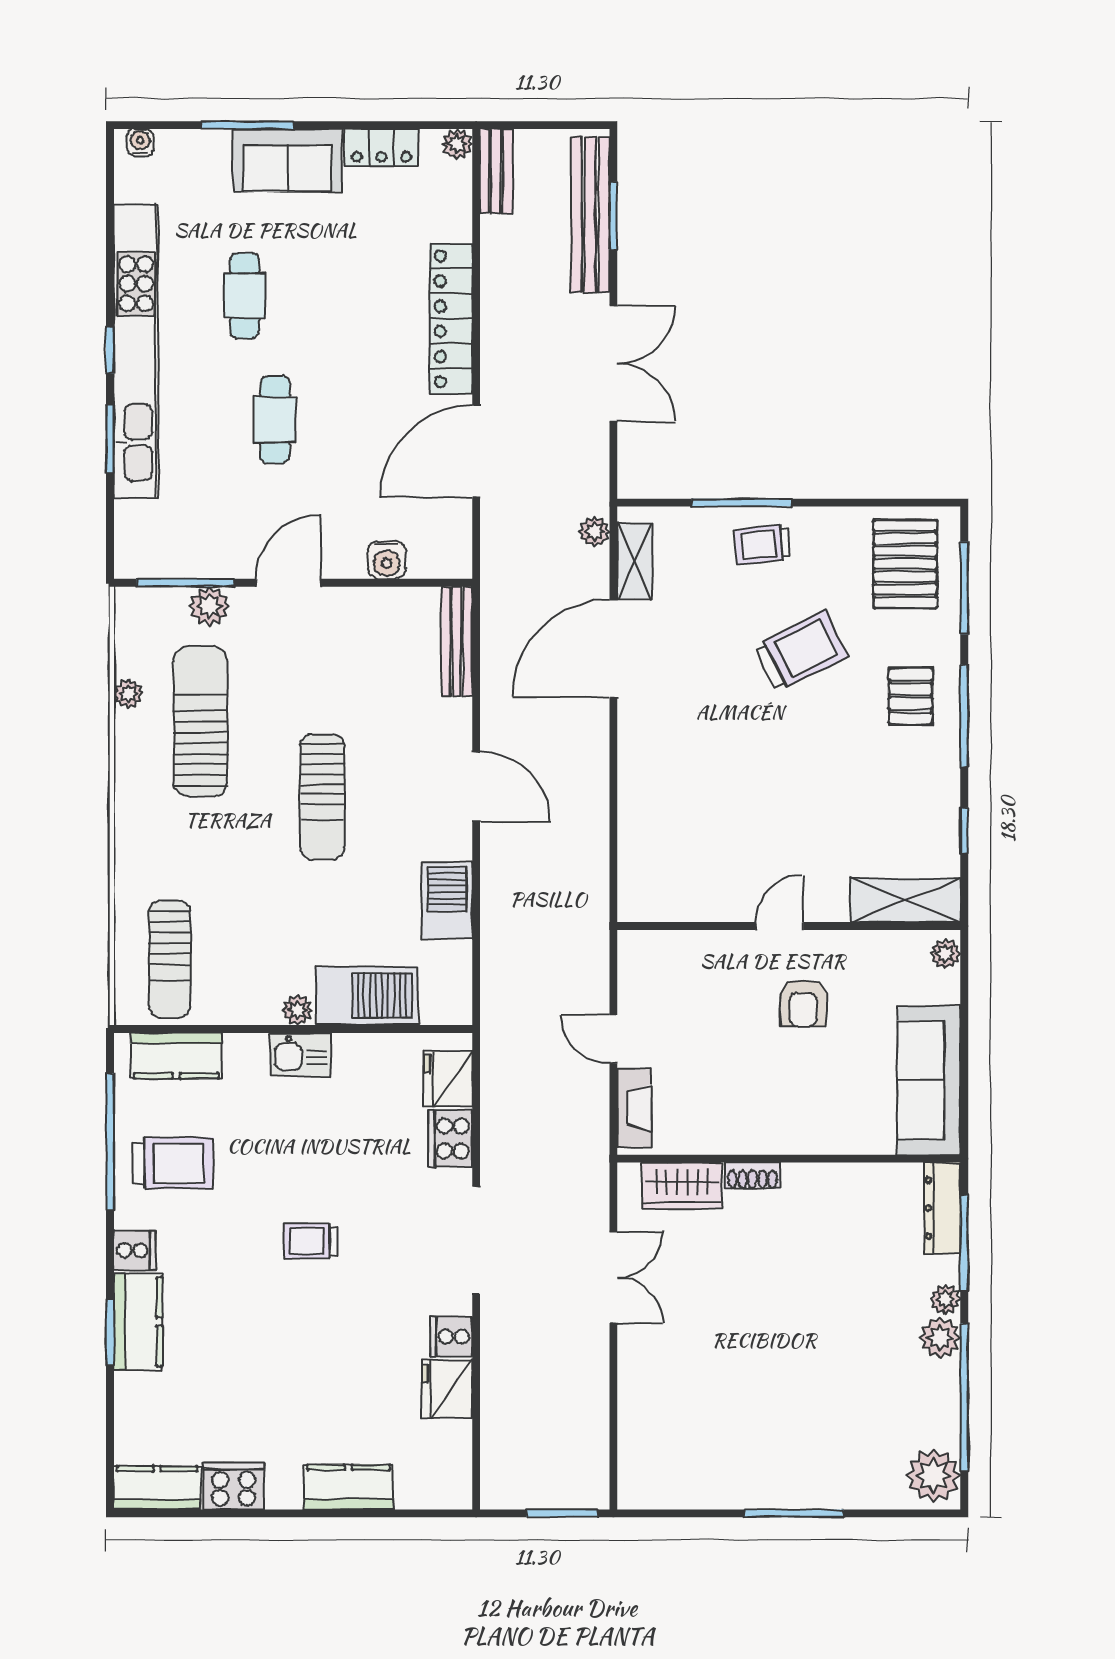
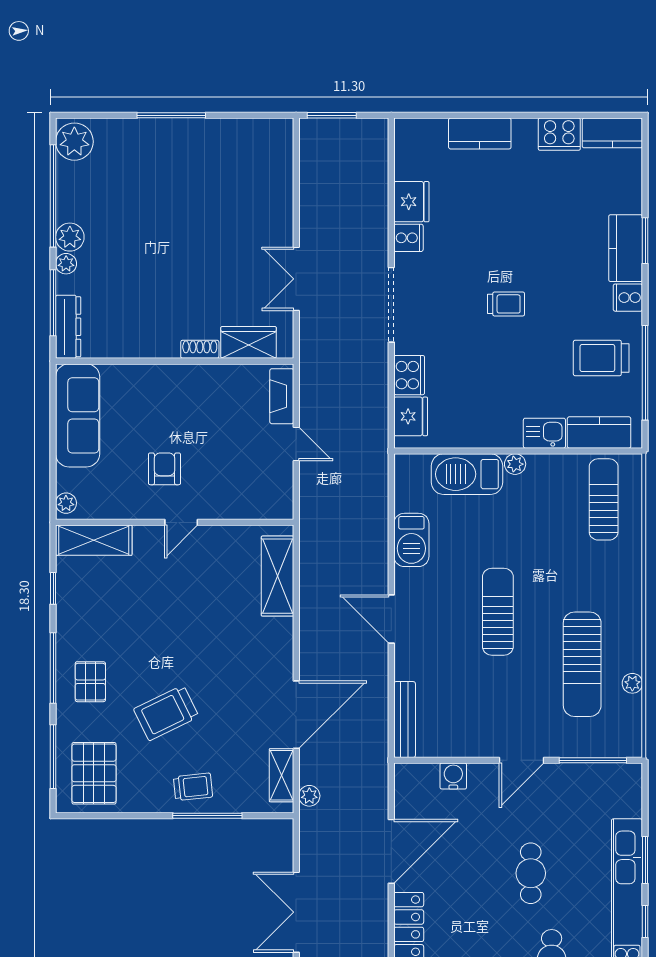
plant: (209, 606) -> (576, 744), removed
shelving: (640, 848) -> (277, 576), added
kitchen sink: (301, 1055) -> (544, 433), moved

